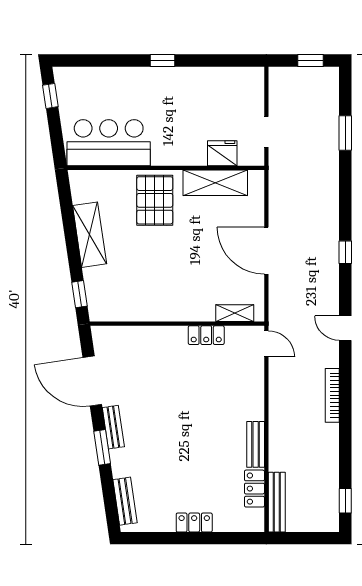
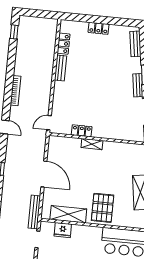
shelving: (235, 313) -> (92, 144), moved
door: (266, 344) -> (49, 123), hinge flipped
bench: (277, 502) -> (34, 212), moved

